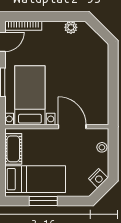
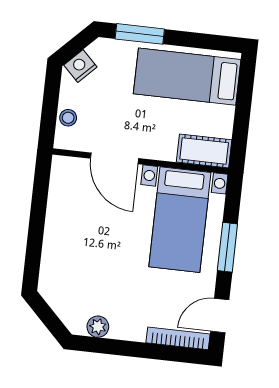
cot: (13, 149) -> (204, 151), moved, turned 90
window: (43, 201) -> (140, 34), moved

